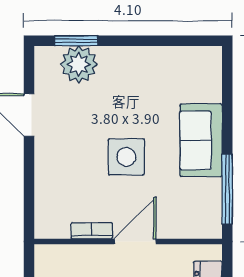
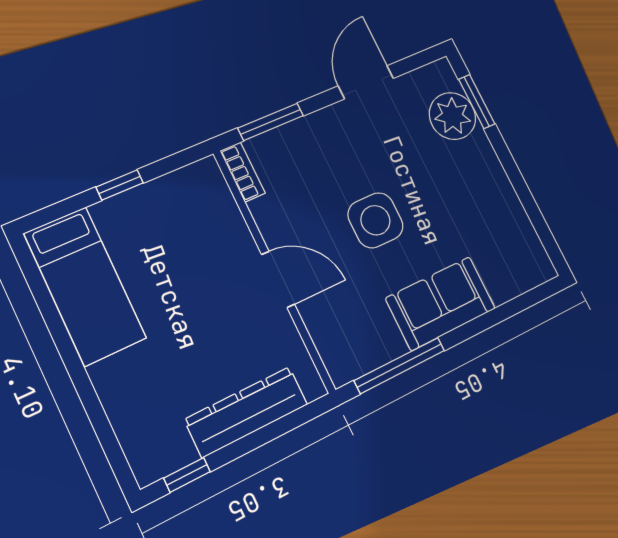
window: (29, 196) -> (271, 122), added
bookcase: (92, 231) -> (243, 172), moved

